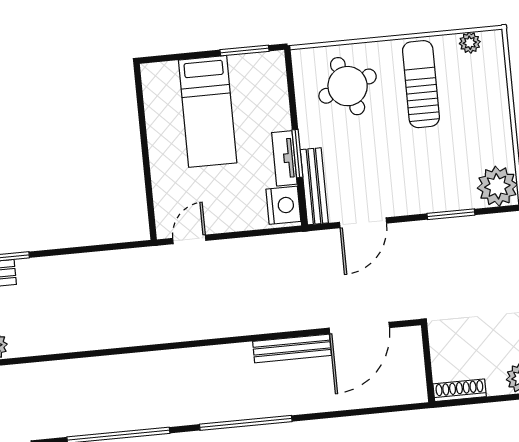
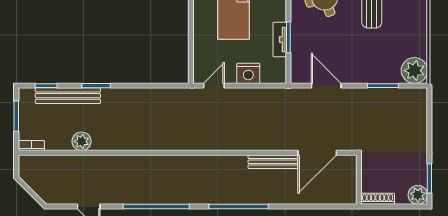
bench: (314, 186) -> (297, 59), removed
nightstand: (283, 205) -> (248, 73), moved, turned 90
door: (363, 223) -> (326, 86), swing flipped

